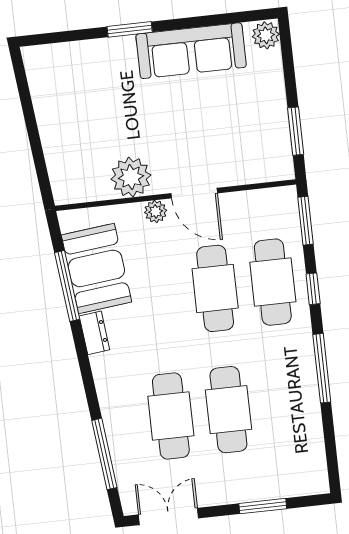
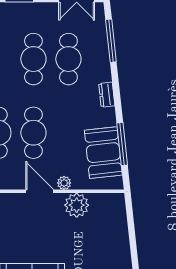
dresser: (94, 333) -> (107, 95), moved

